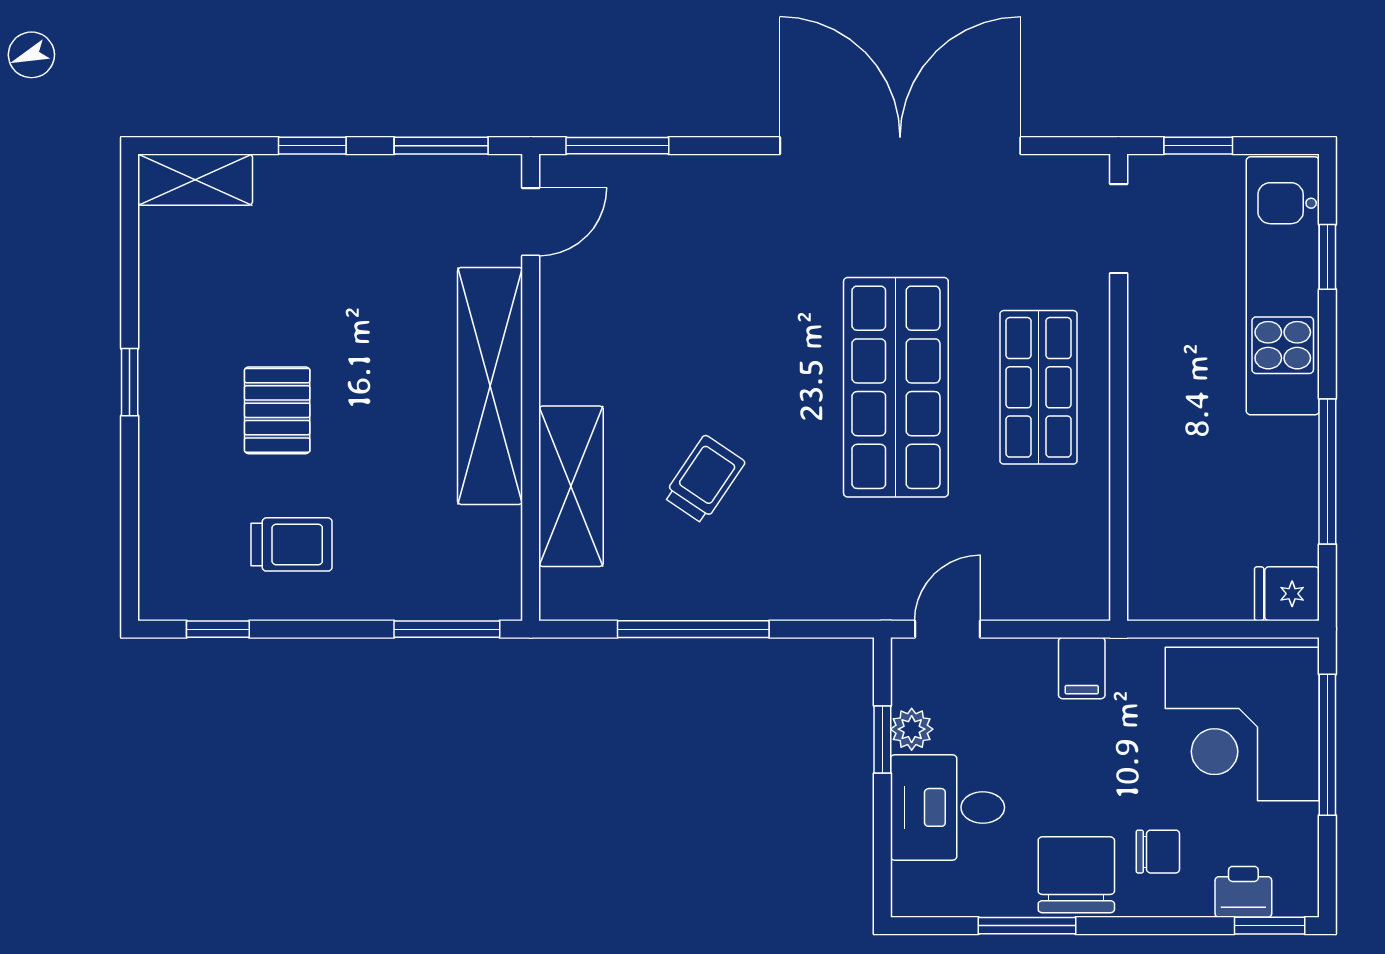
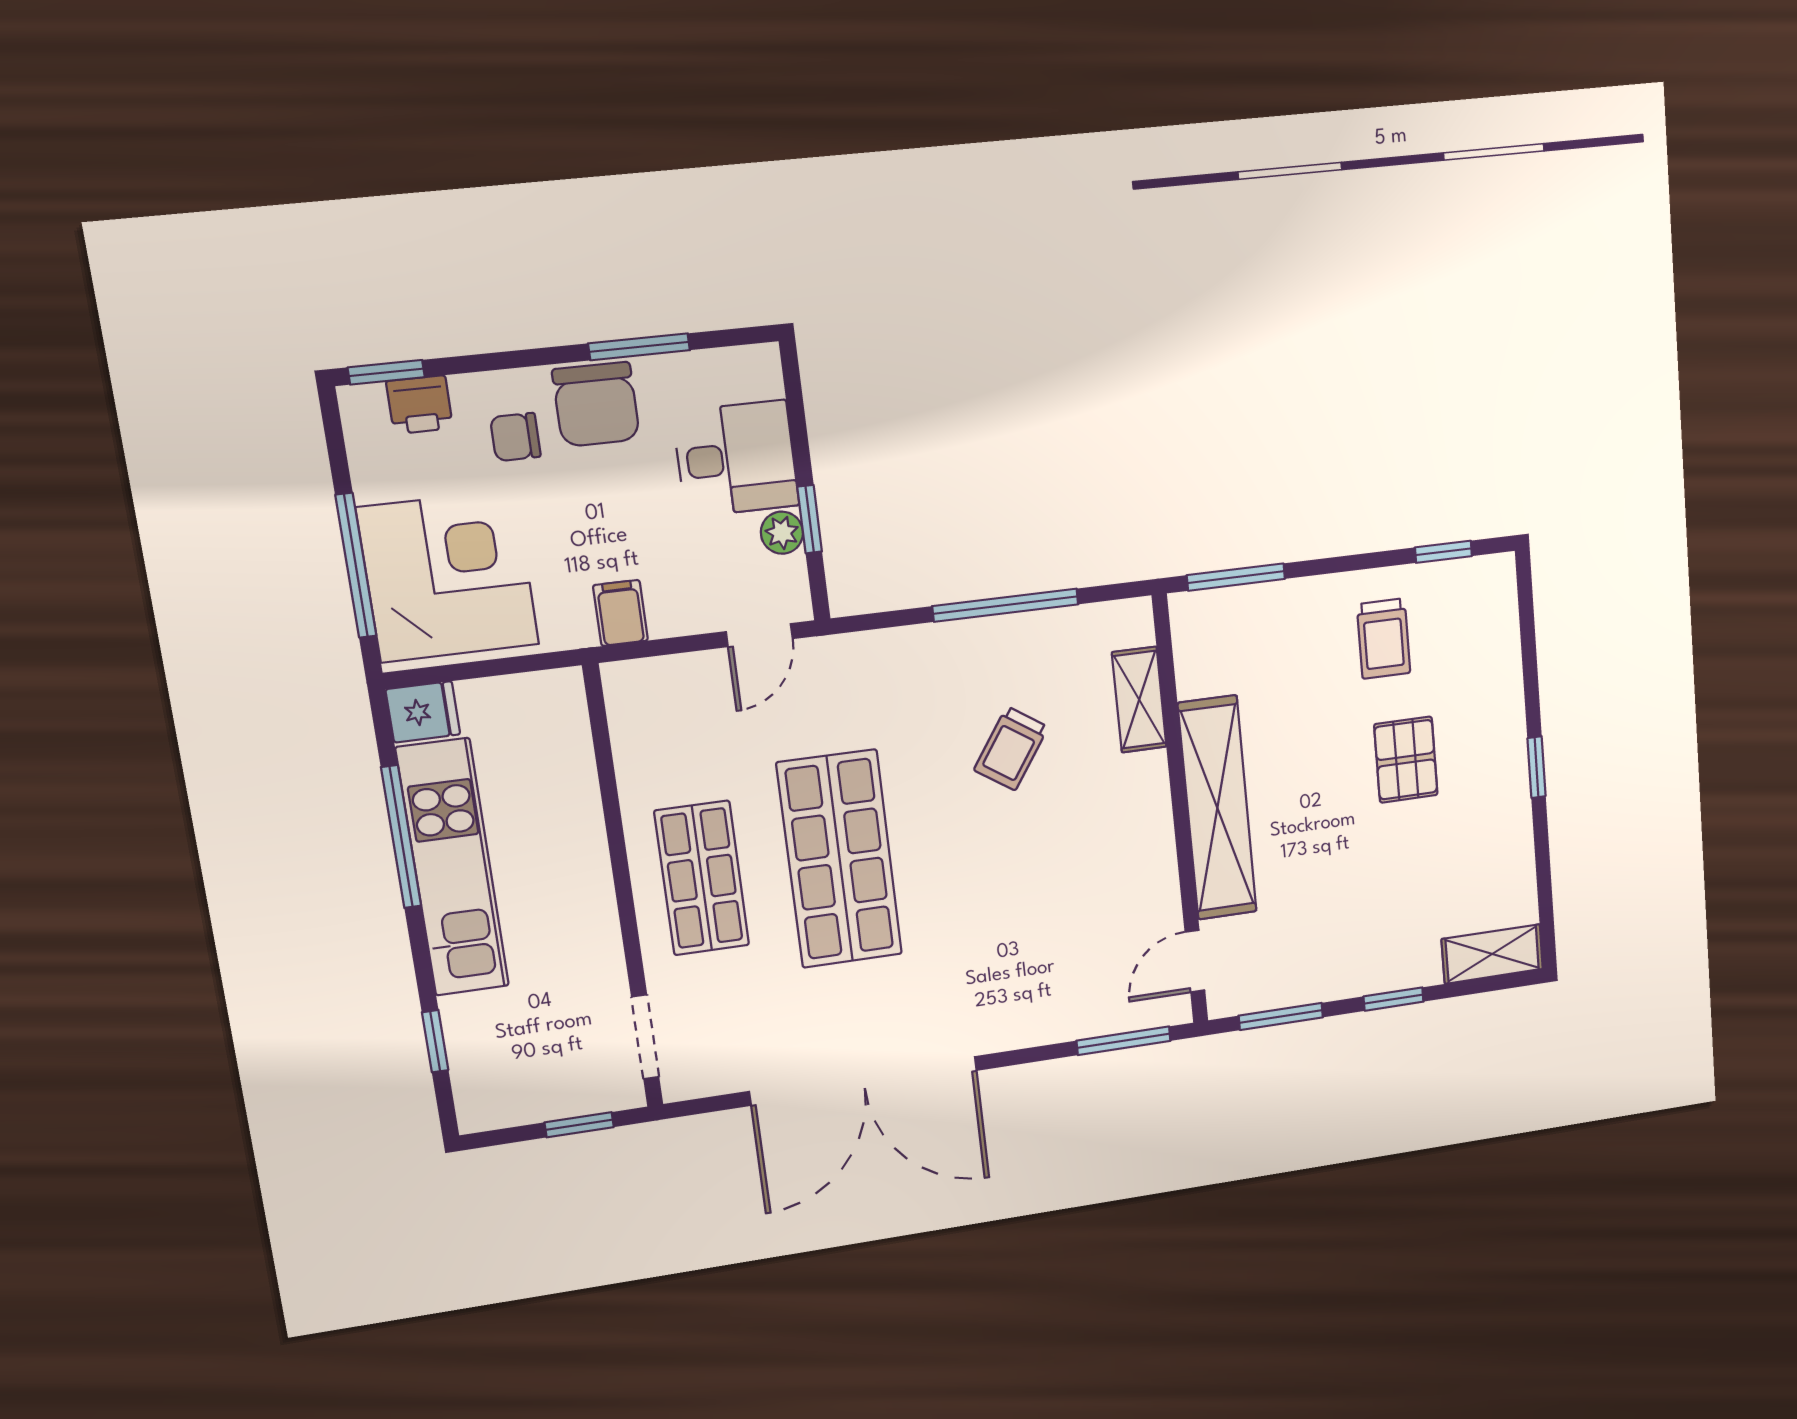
kitchen unit: (1283, 286) -> (453, 868), moved
shelving: (571, 486) -> (1139, 700), width x0.67, depth x0.75
trolley: (292, 544) -> (1384, 639), turned -90

